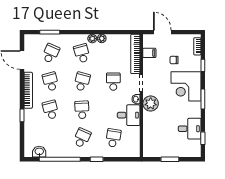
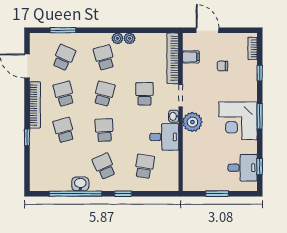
corner desk: (186, 86) -> (238, 121), moved
desk: (190, 129) -> (243, 168), moved
school desk: (82, 138) -> (104, 166), turned -48
washbasin: (39, 152) -> (80, 184), moved

